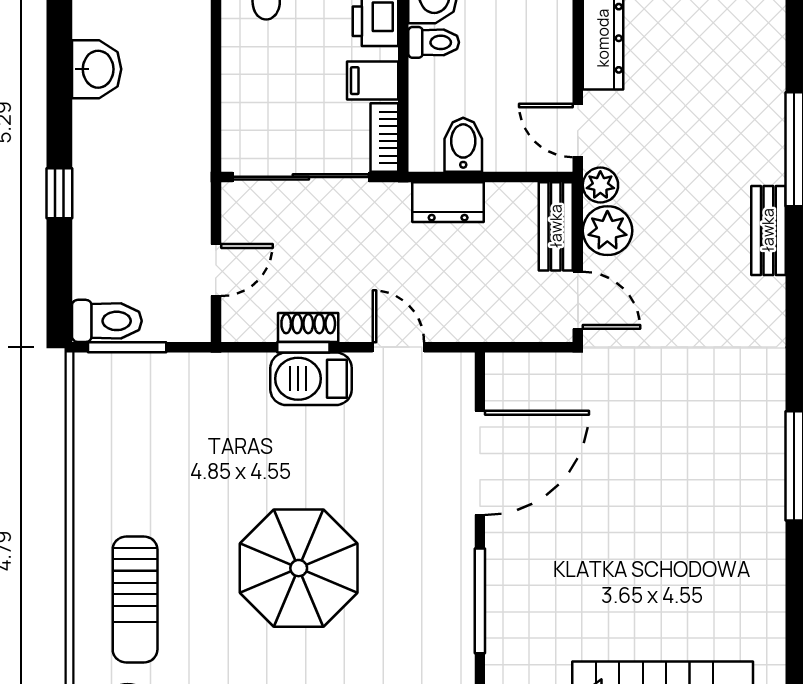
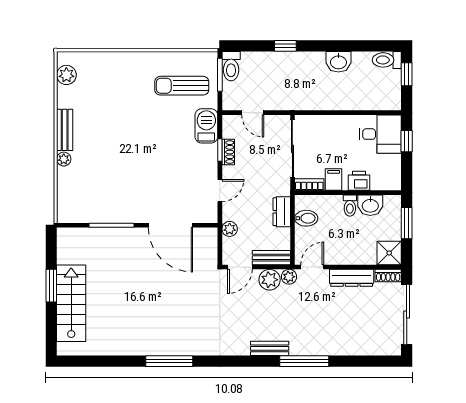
plant: (488, 324) -> (230, 229), added
barbecue: (311, 379) -> (206, 126), moved
parasol: (299, 568) -> (126, 148), removed
sun lounger: (135, 599) -> (182, 86), moved

